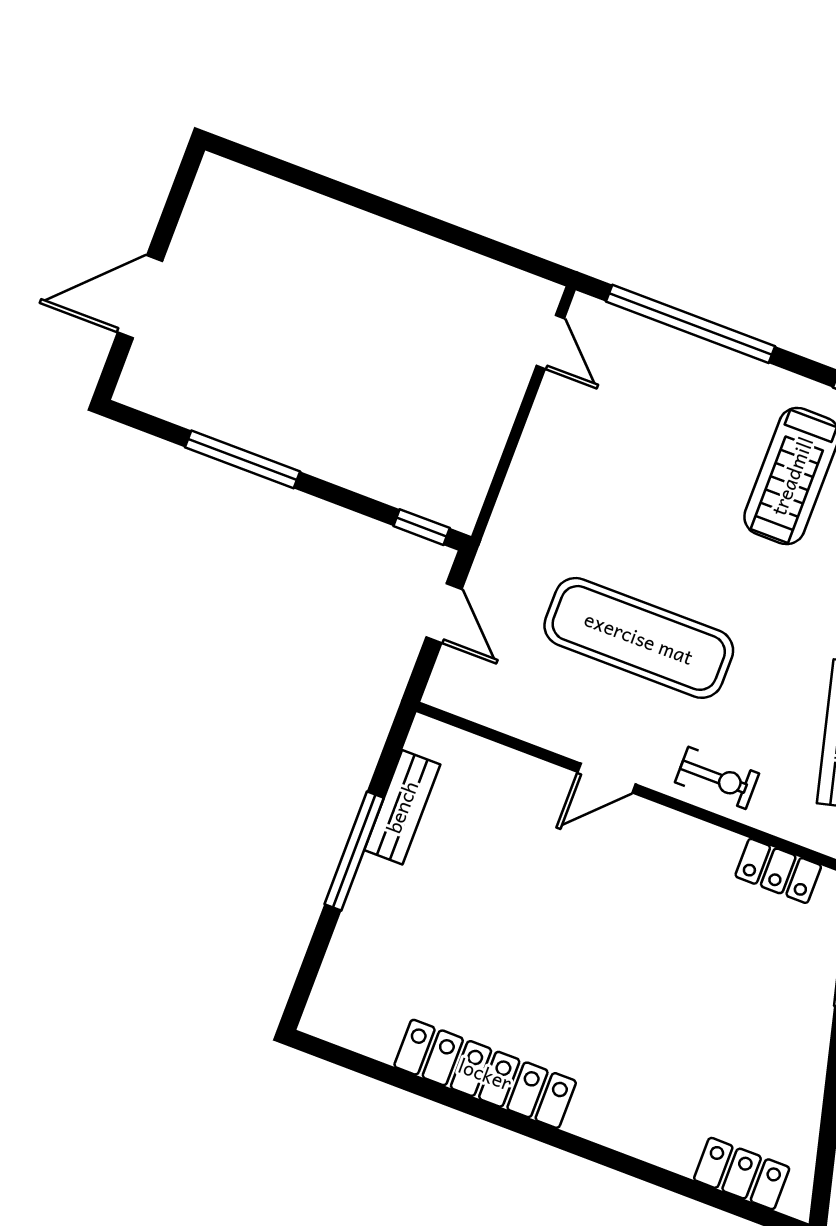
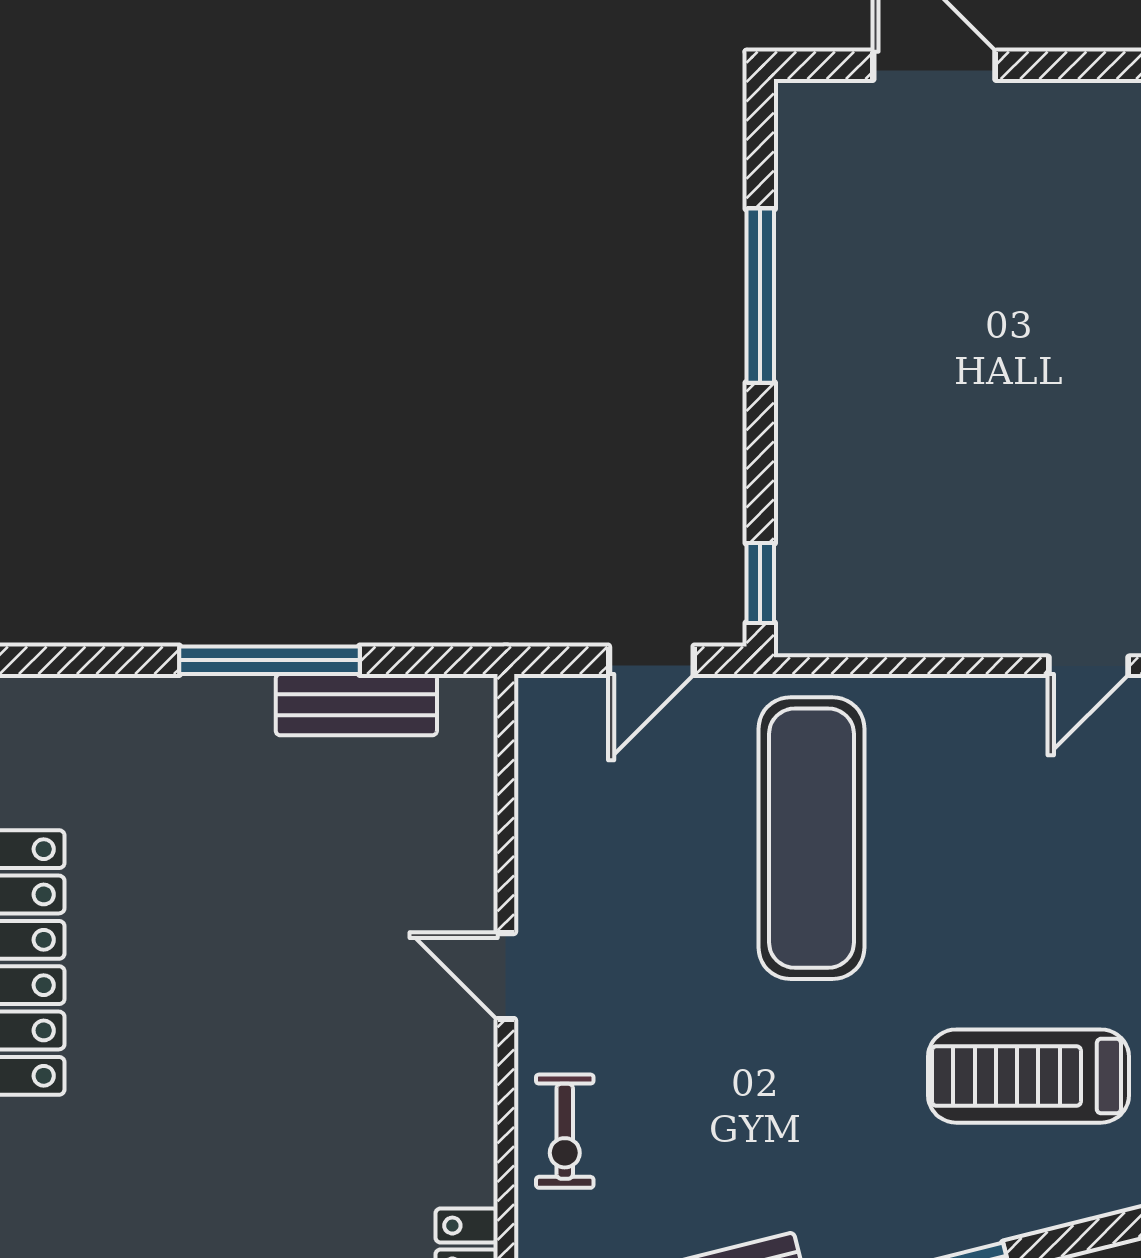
exercise mat: (639, 638) -> (812, 838), moved

